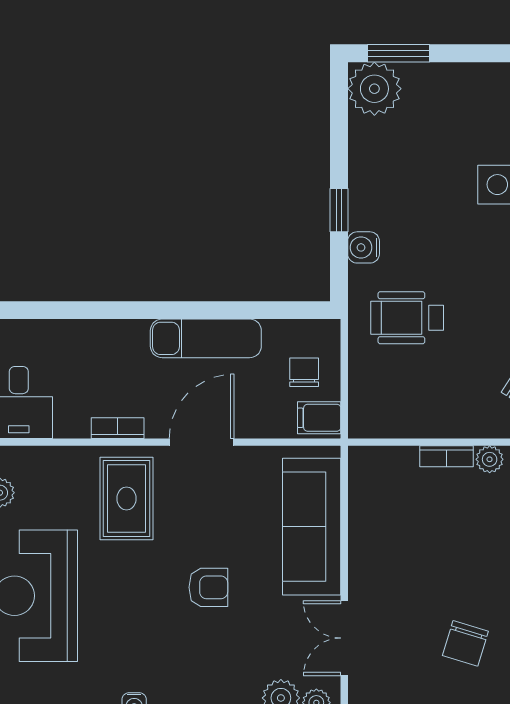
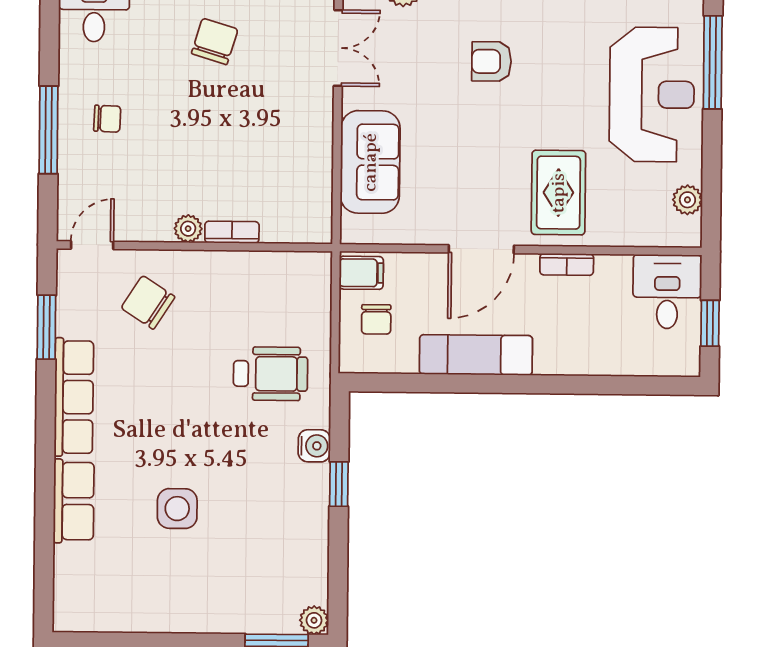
plant: (374, 89) -> (314, 620), width x0.53, depth x0.53
sofa: (312, 527) -> (370, 162), width x0.73
armchair: (208, 587) -> (492, 61), moved

